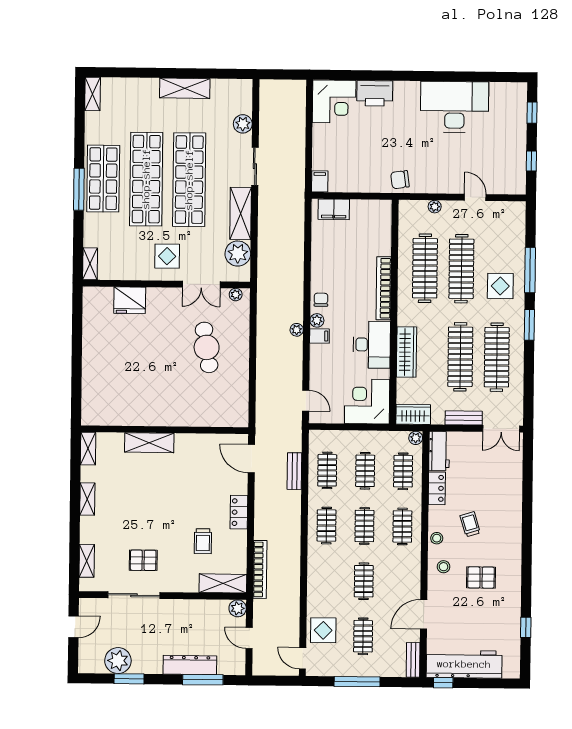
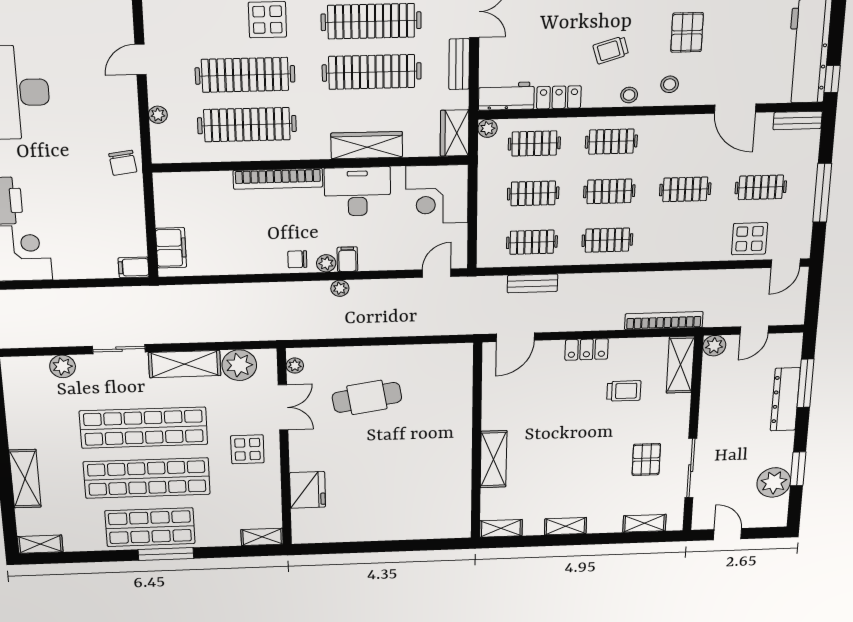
shelving: (185, 88) -> (25, 479), moved

